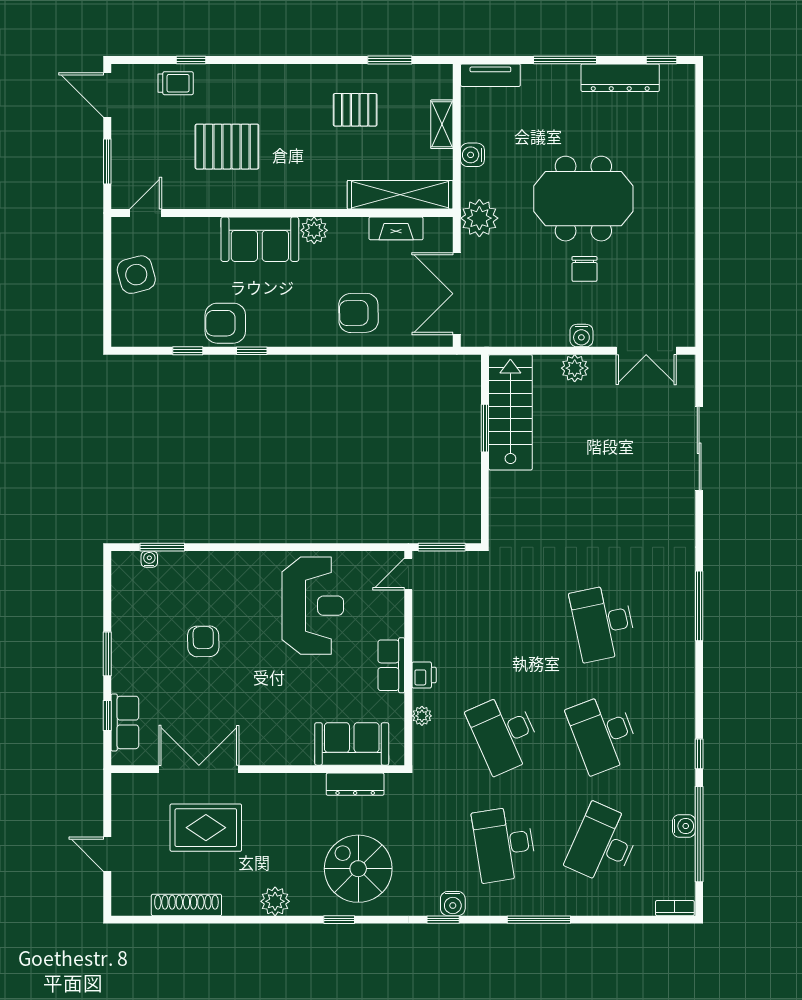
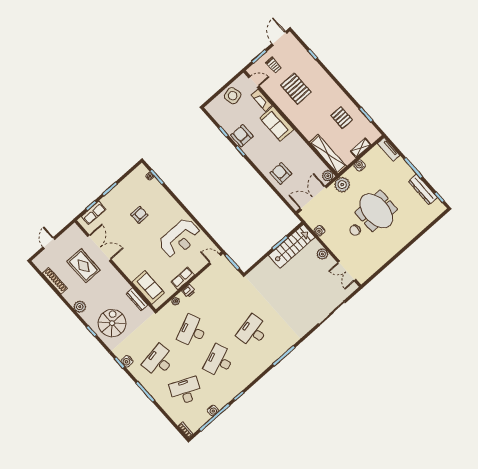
trolley: (176, 83) -> (273, 65), moved
fireplace: (396, 228) -> (262, 100), moved
plant: (314, 230) -> (328, 176), moved
water cooler: (581, 336) -> (319, 231), moved

